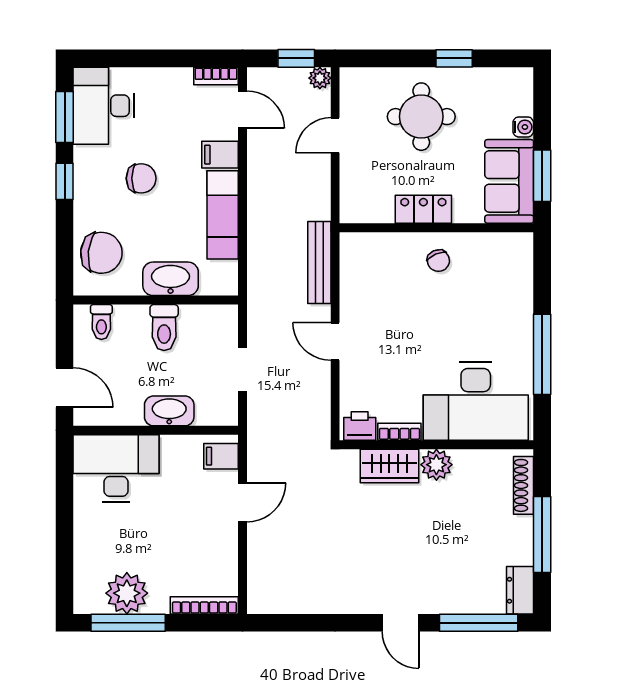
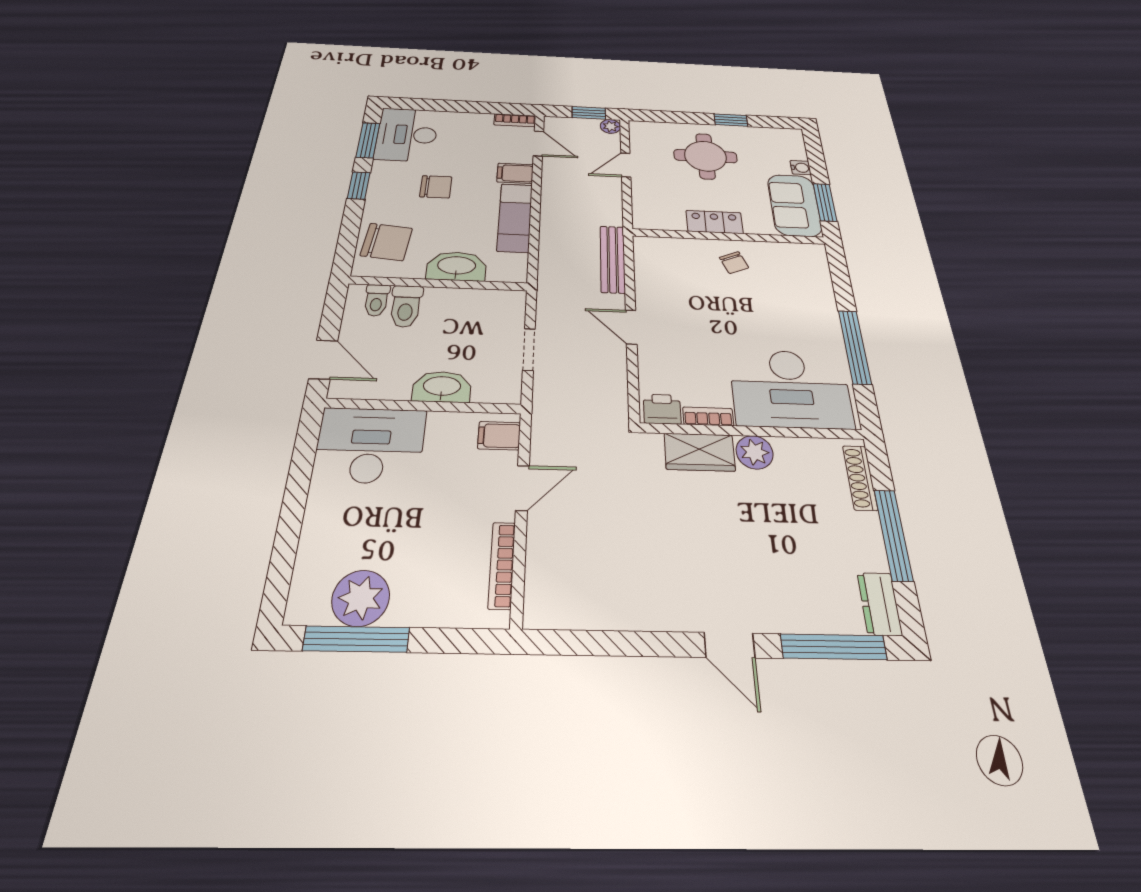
toilet: (164, 328) -> (406, 306), moved
bookcase: (204, 605) -> (502, 565), moved, turned -90

